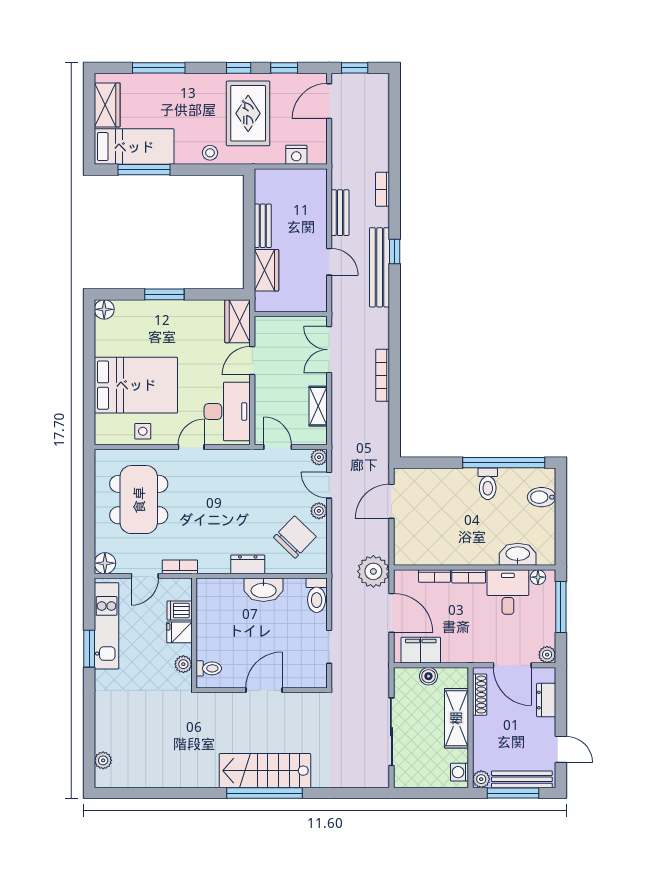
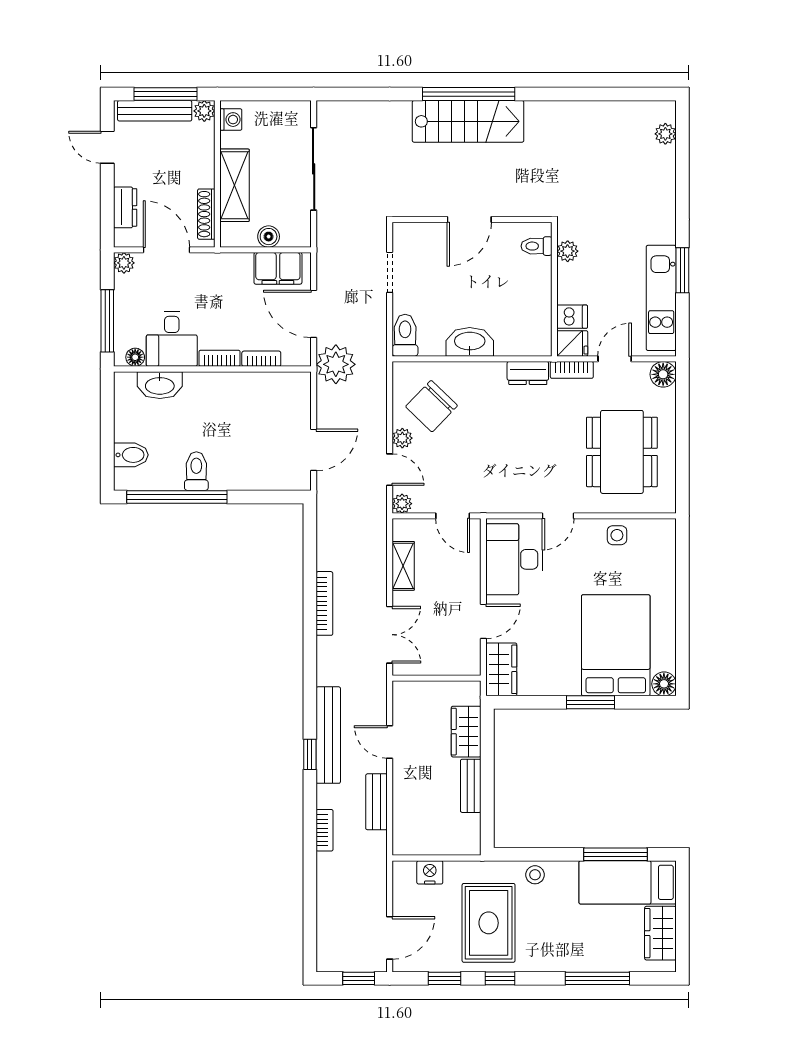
bed: (136, 385) -> (616, 645), moved, turned 90
dresser: (248, 564) -> (528, 373), moved
fridge: (179, 632) -> (572, 343), moved

